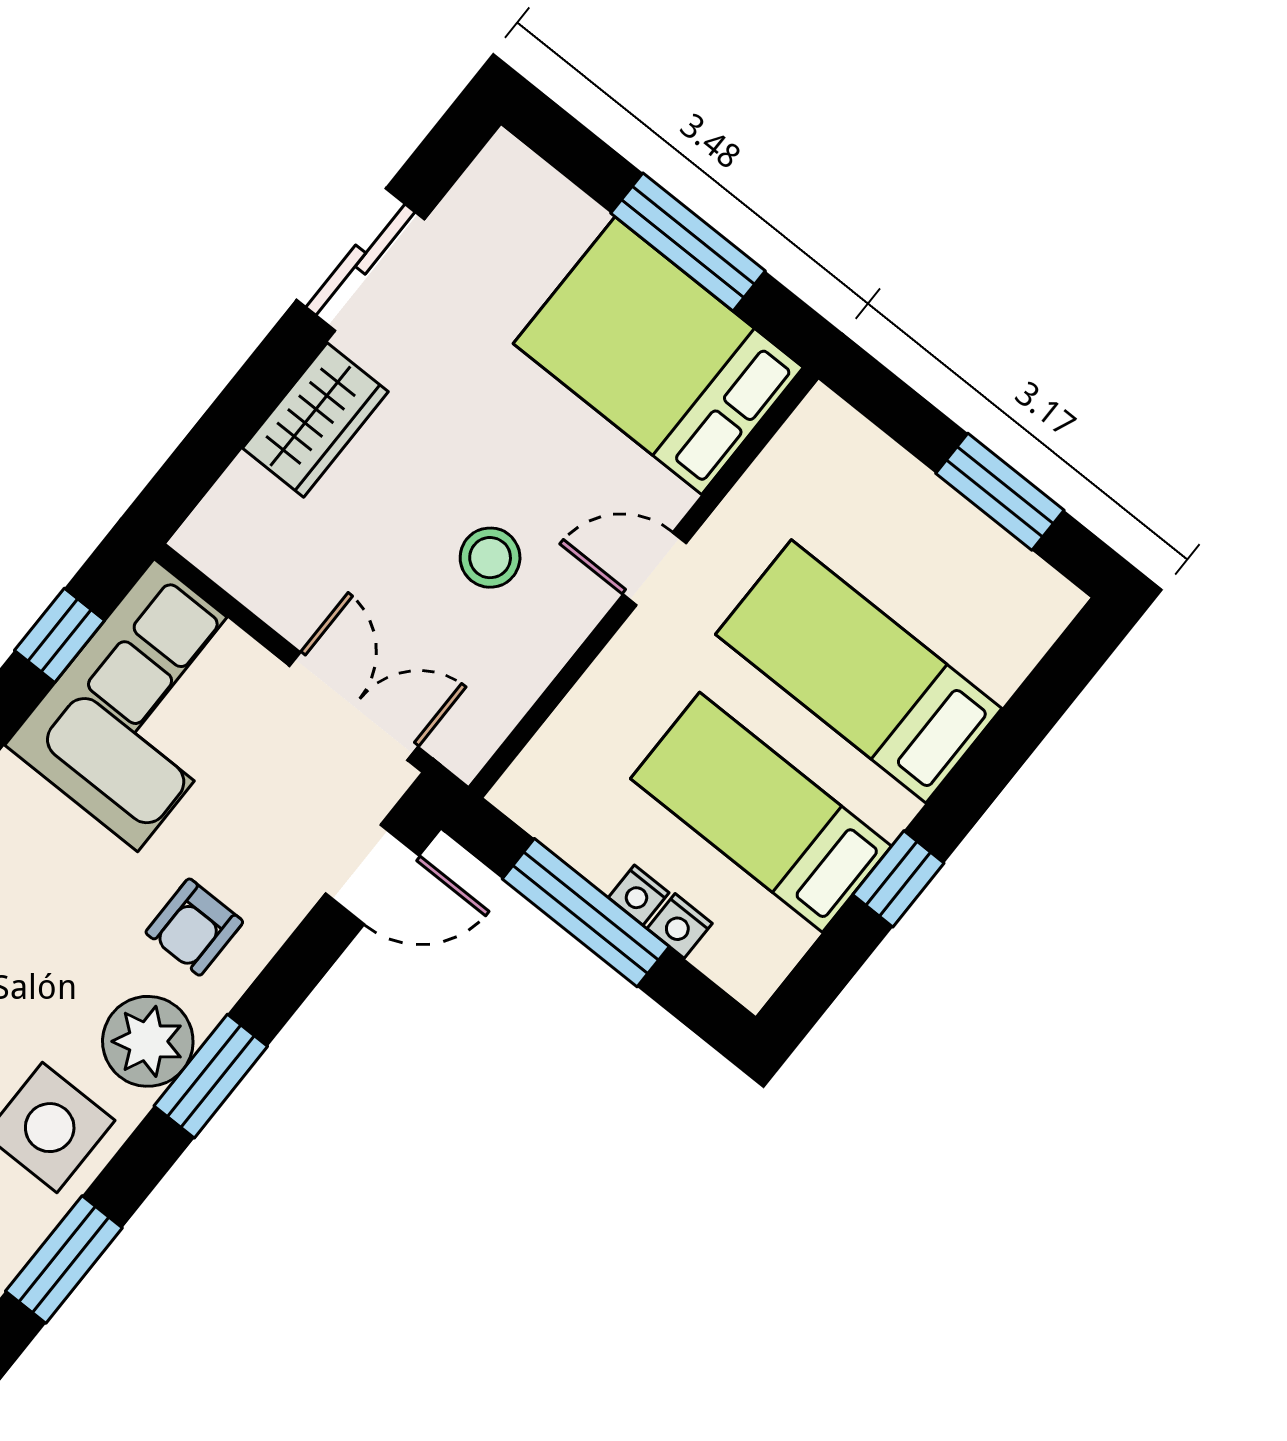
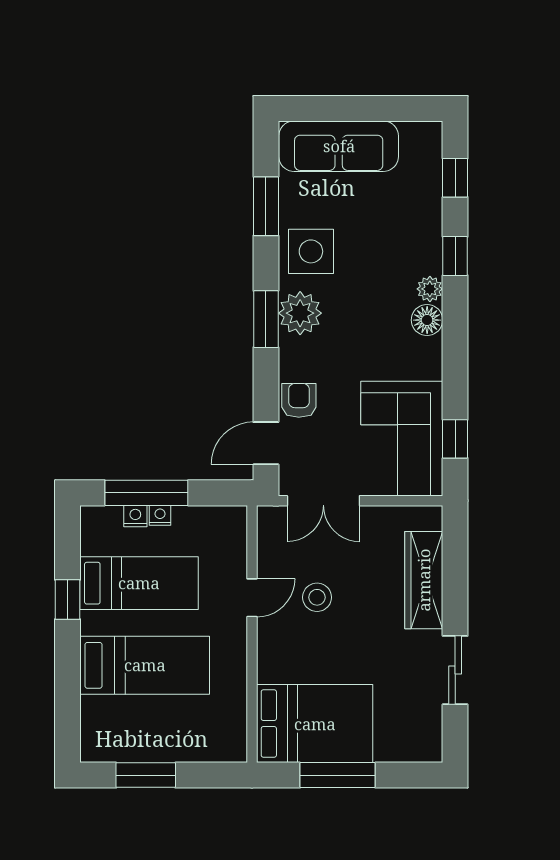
wardrobe: (315, 420) -> (424, 580), width x1.50
door: (655, 569) -> (252, 598), moved
window: (586, 913) -> (146, 493), moved
armchair: (194, 927) -> (299, 400), moved

